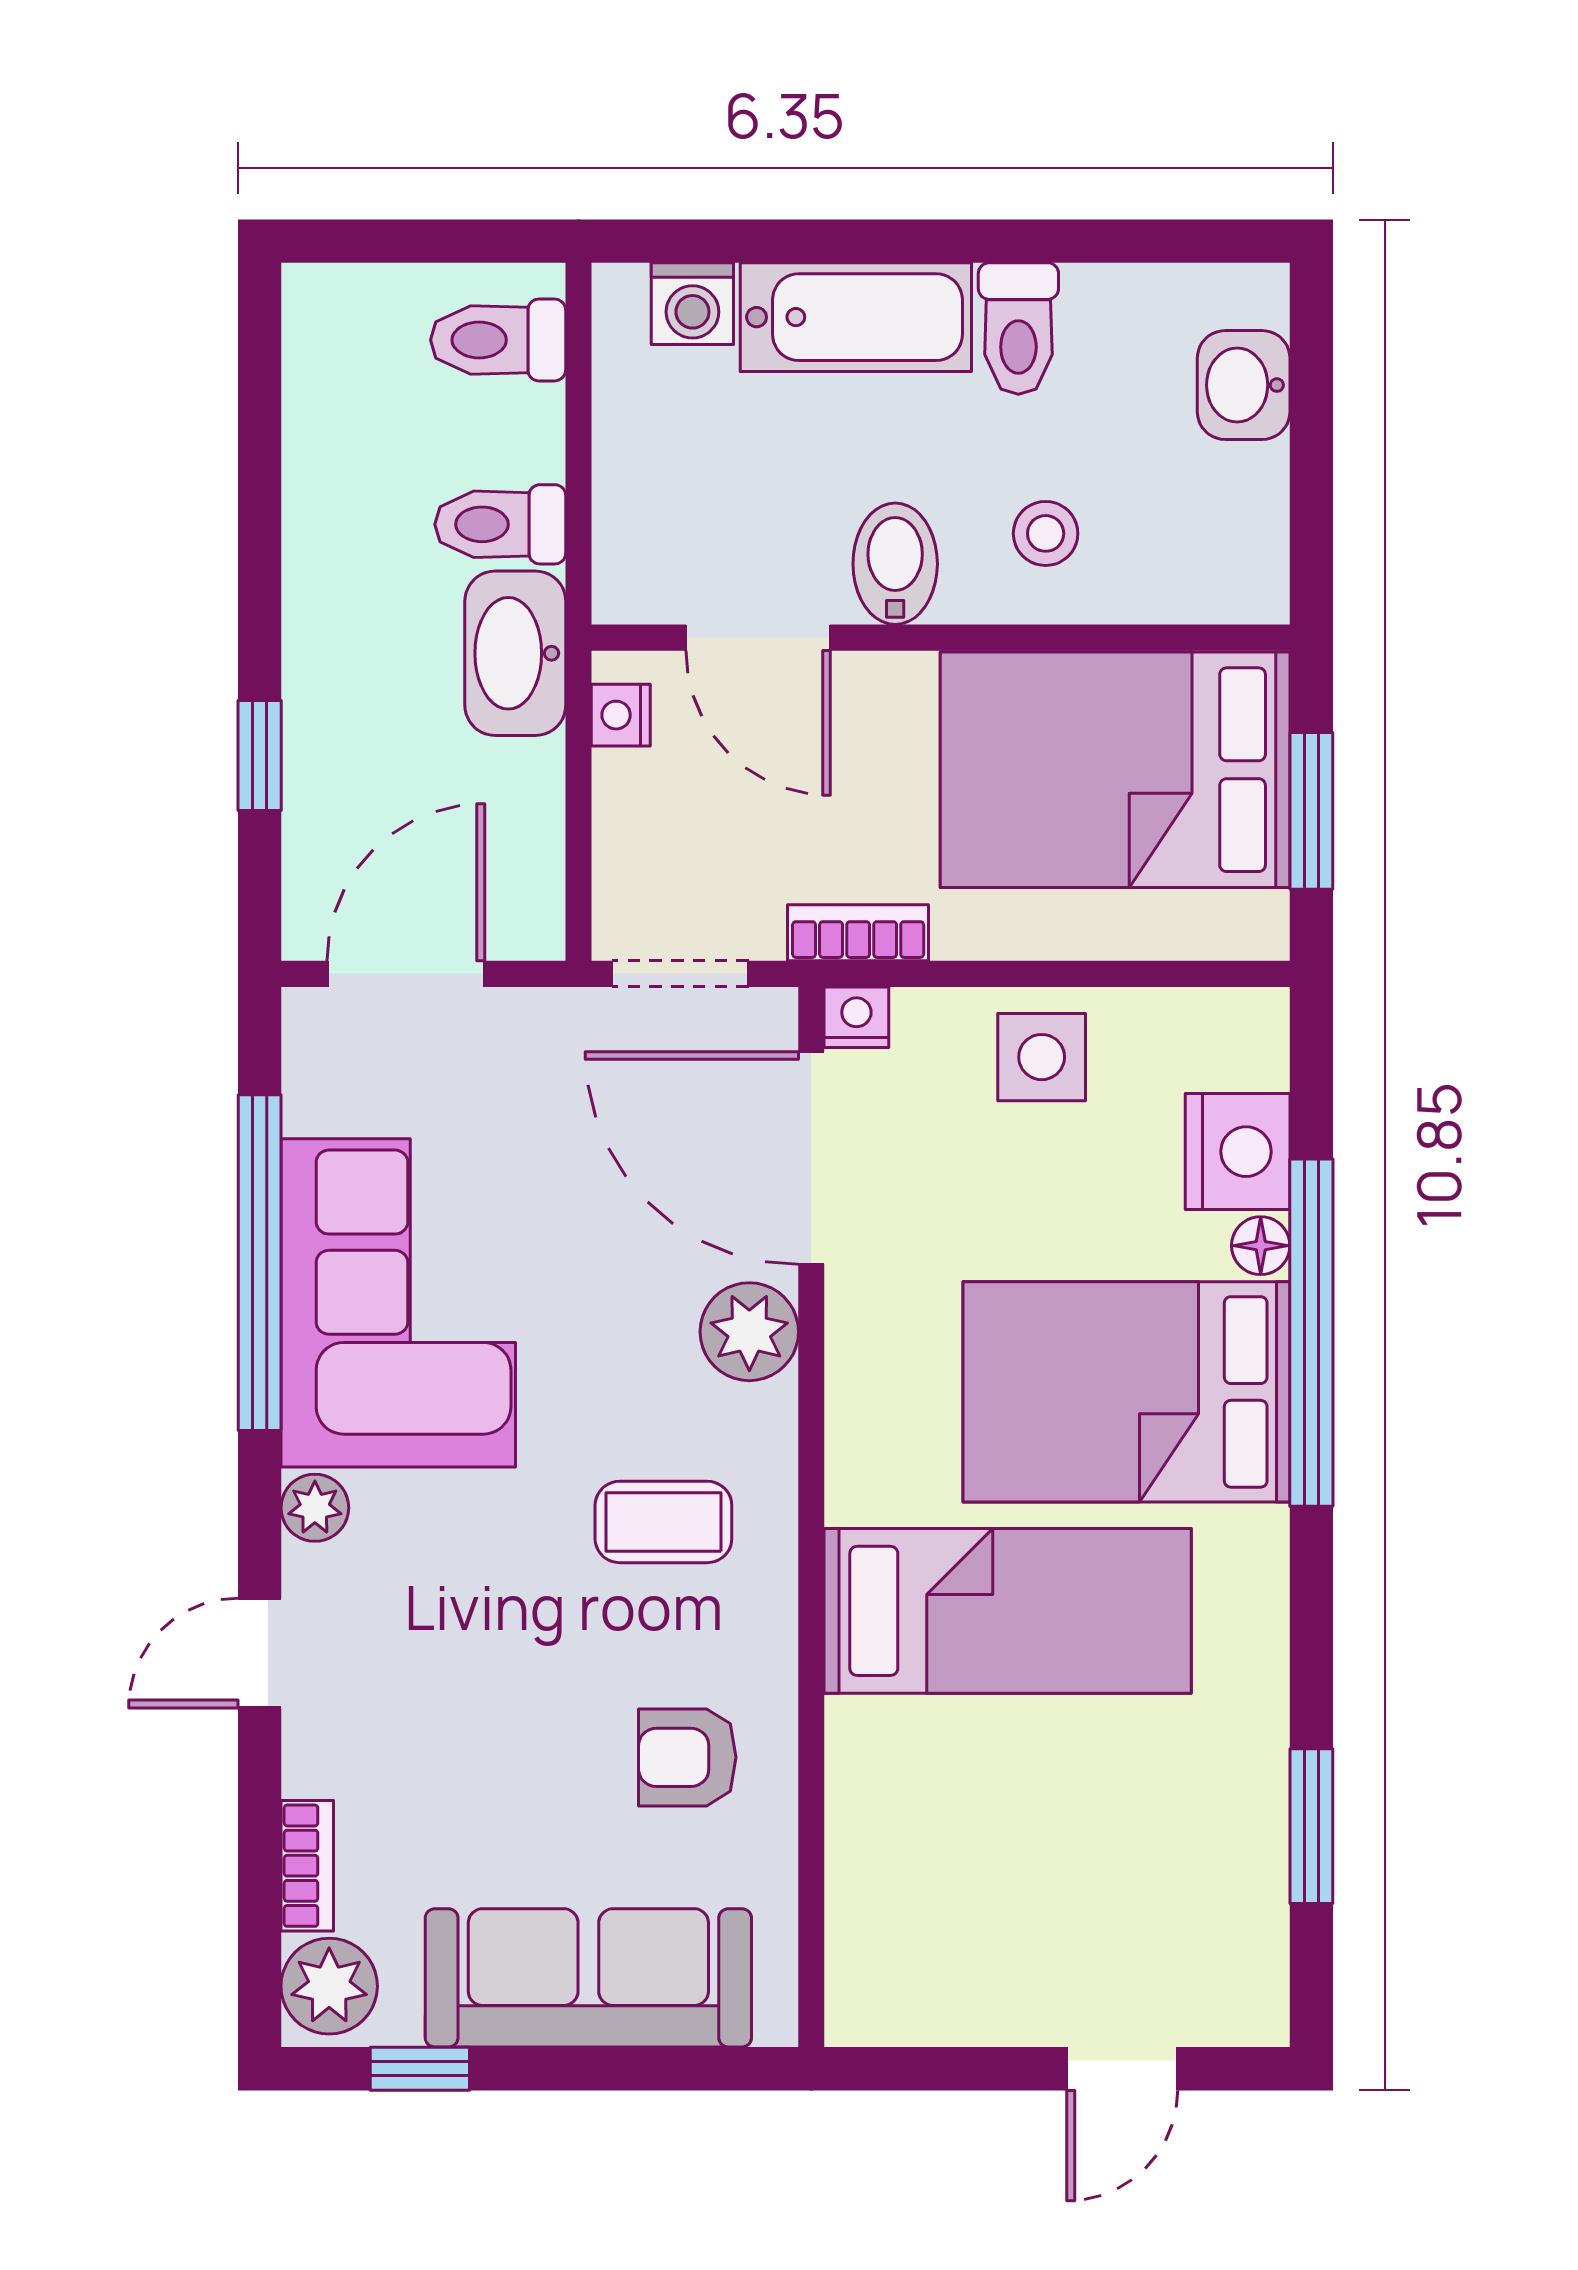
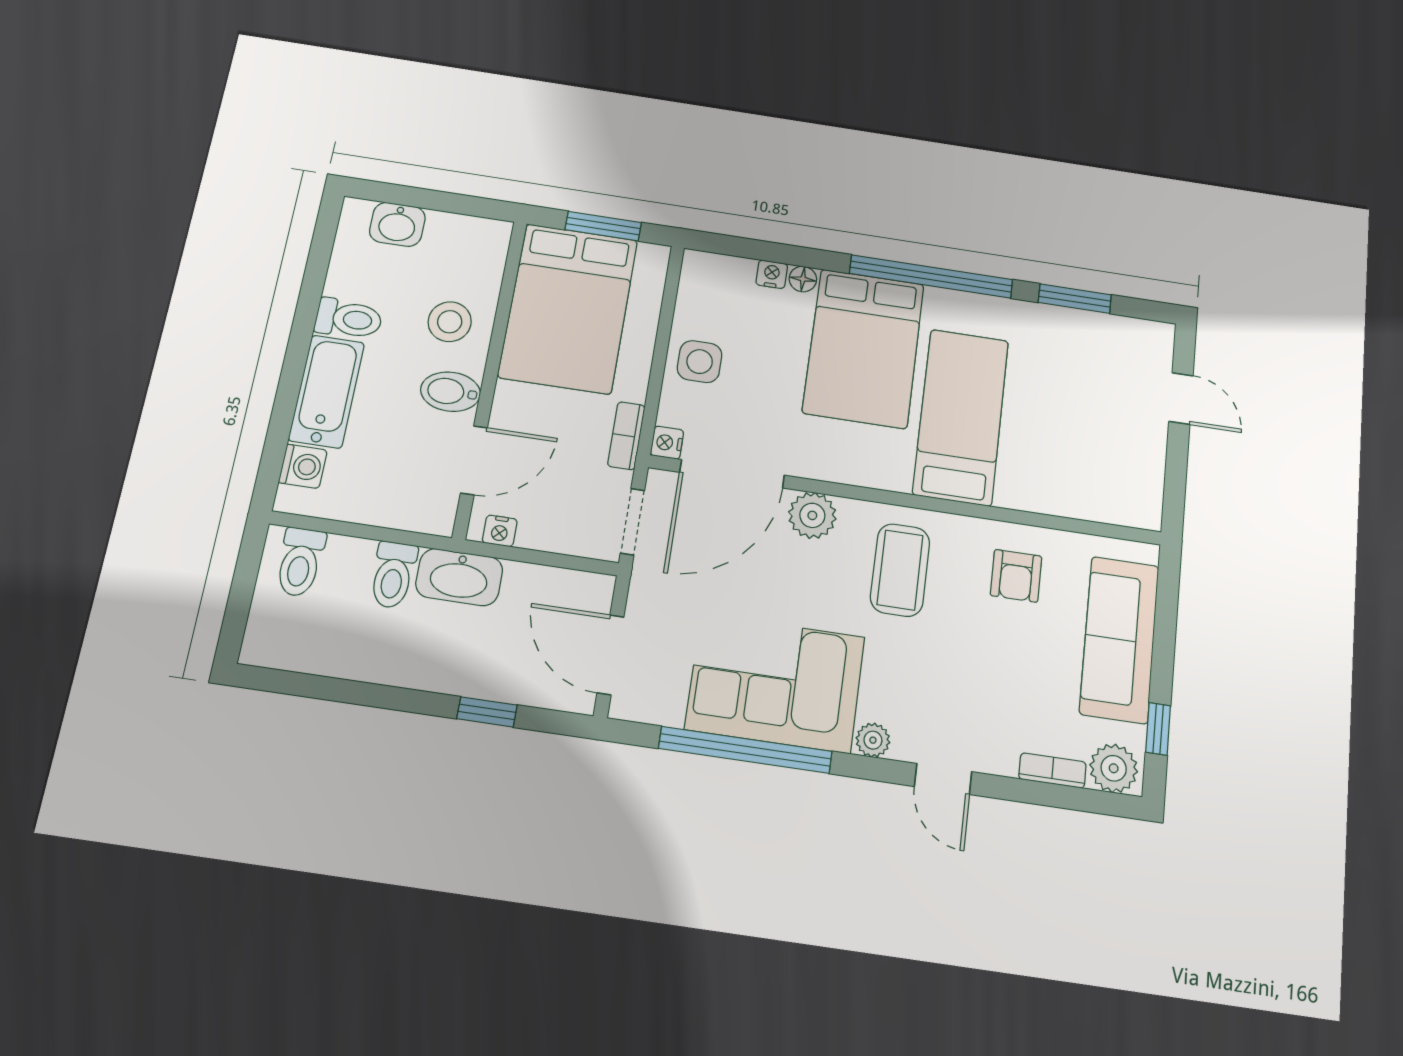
stool: (1046, 533) -> (450, 322), width x1.37, depth x1.37
nightstand: (1238, 1152) -> (772, 274), width x0.53, depth x0.56
window: (1311, 1333) -> (931, 277), moved
coffee table: (663, 1522) -> (900, 570), width x1.36, depth x1.30

